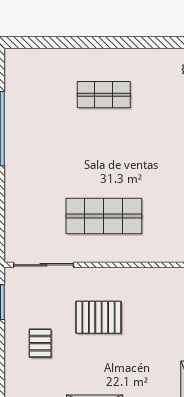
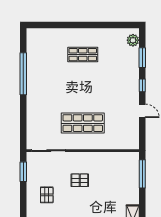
pallet: (98, 317) -> (80, 180), width x0.67, depth x0.71

